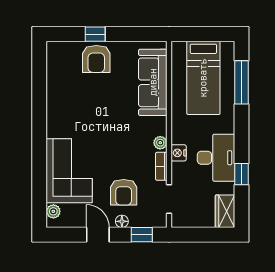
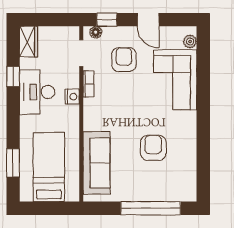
window: (95, 34) -> (151, 208), width x3.17
armchair: (96, 59) -> (153, 148), moved
window: (241, 82) -> (13, 163), width x0.69
plant: (160, 143) -> (89, 106), removed
floor lamp: (122, 221) -> (96, 32), moved

